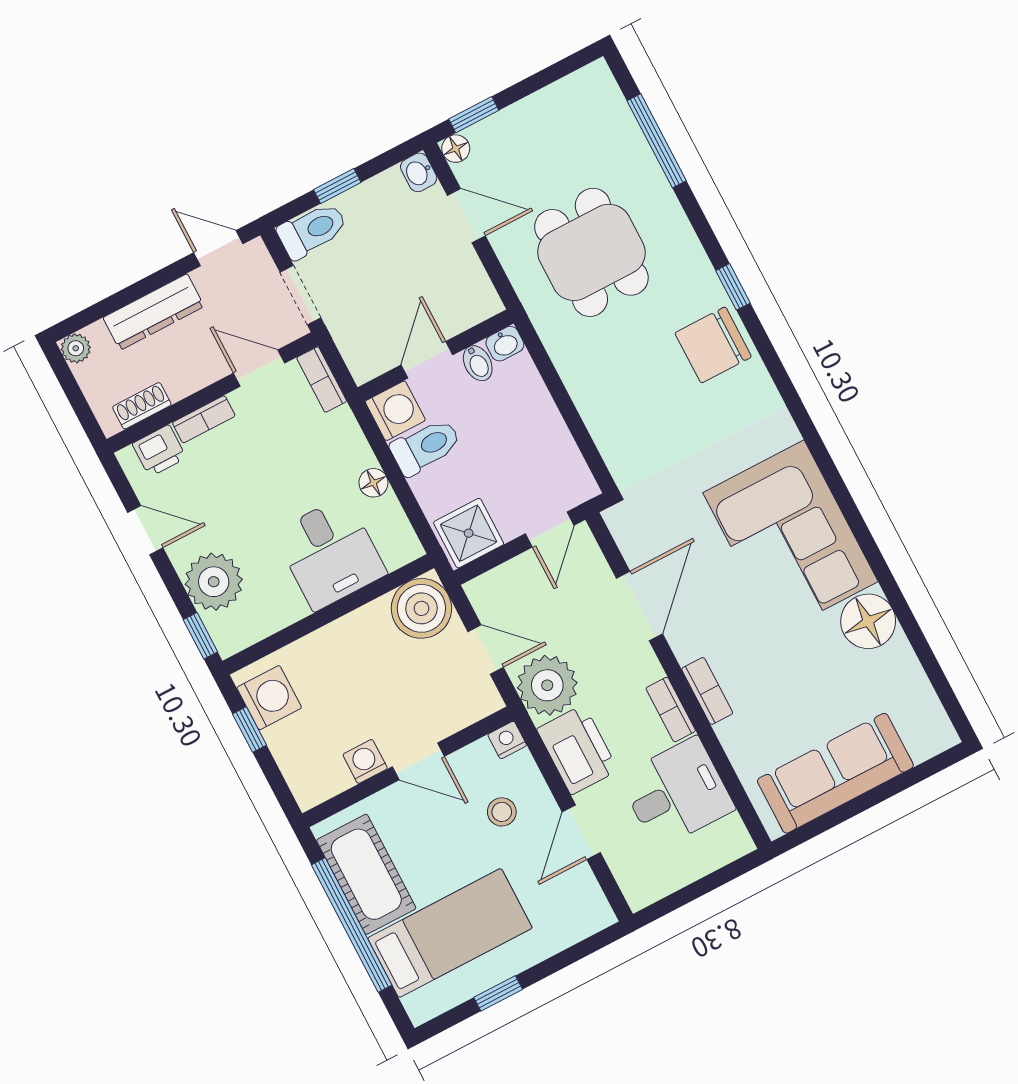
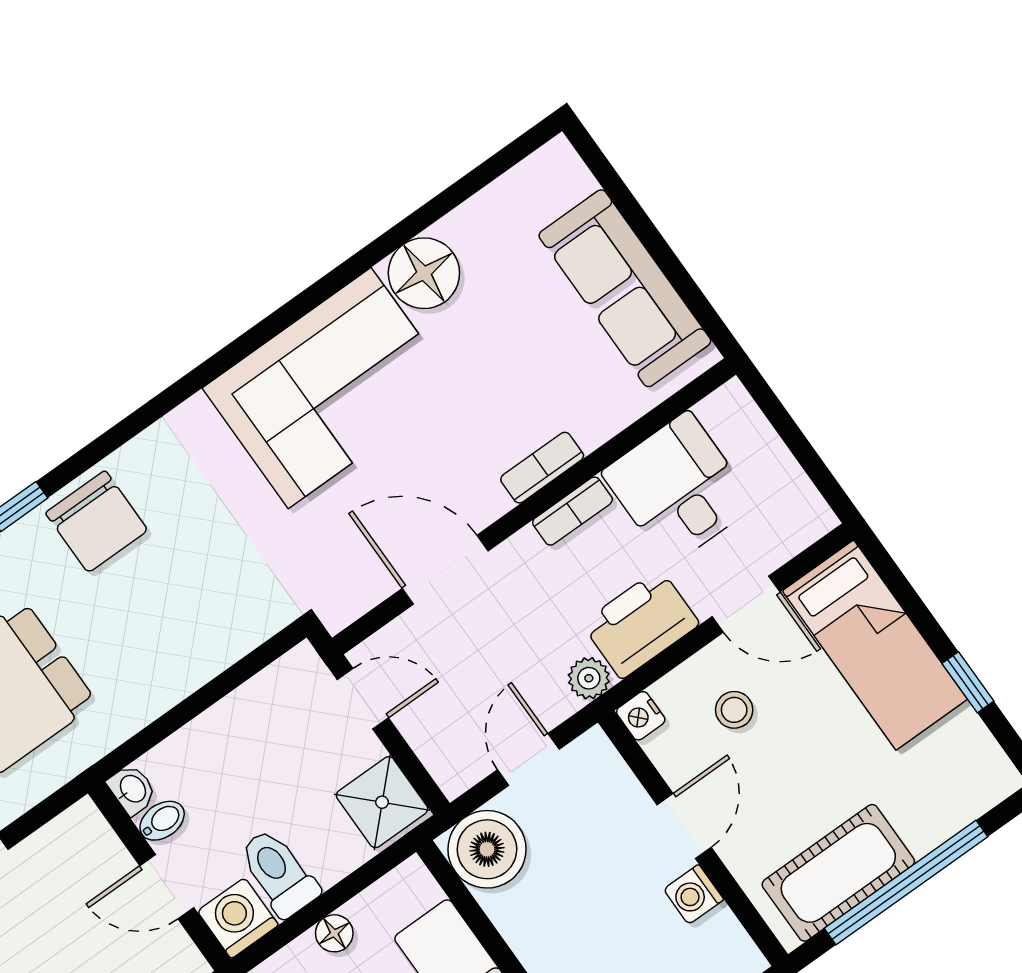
plant: (547, 685) -> (589, 678), width x0.53, depth x0.53
bed: (450, 933) -> (875, 645), moved, turned 180

